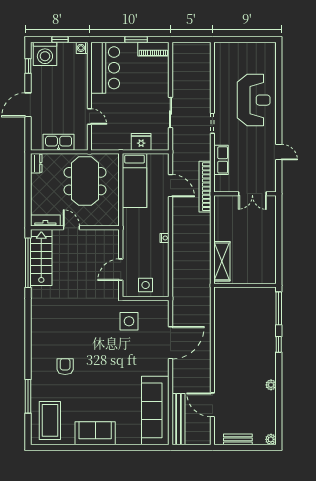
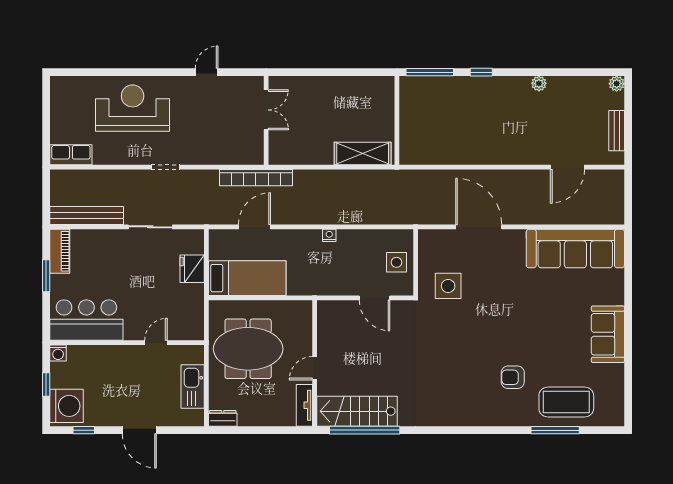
row of seats: (221, 160) -> (71, 155), moved
bench: (178, 419) -> (87, 215), moved
coffee table: (50, 420) -> (566, 402), moved

